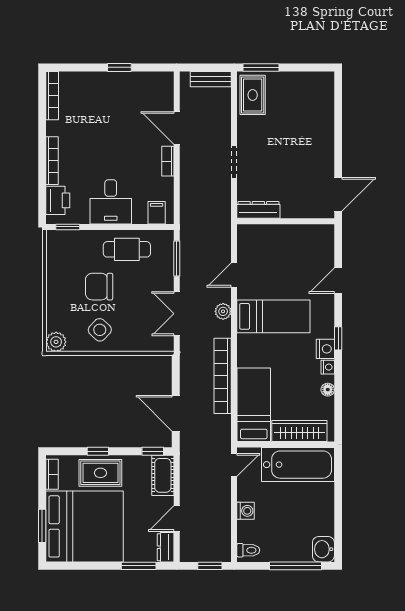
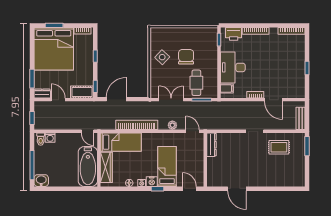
rug: (253, 95) -> (279, 147), moved
door: (177, 128) -> (274, 100), swing flipped
desk: (111, 202) -> (233, 67), width x1.37
dresser: (258, 210) -> (212, 145), moved
wall: (286, 221) -> (205, 160), moved
cafe table: (127, 249) -> (196, 83), moved
bed: (273, 316) -> (167, 166), moved, turned 180
plant: (56, 342) -> (156, 33), removed
rug: (100, 473) -> (83, 58), removed
washing machine: (246, 511) -> (50, 138), moved

